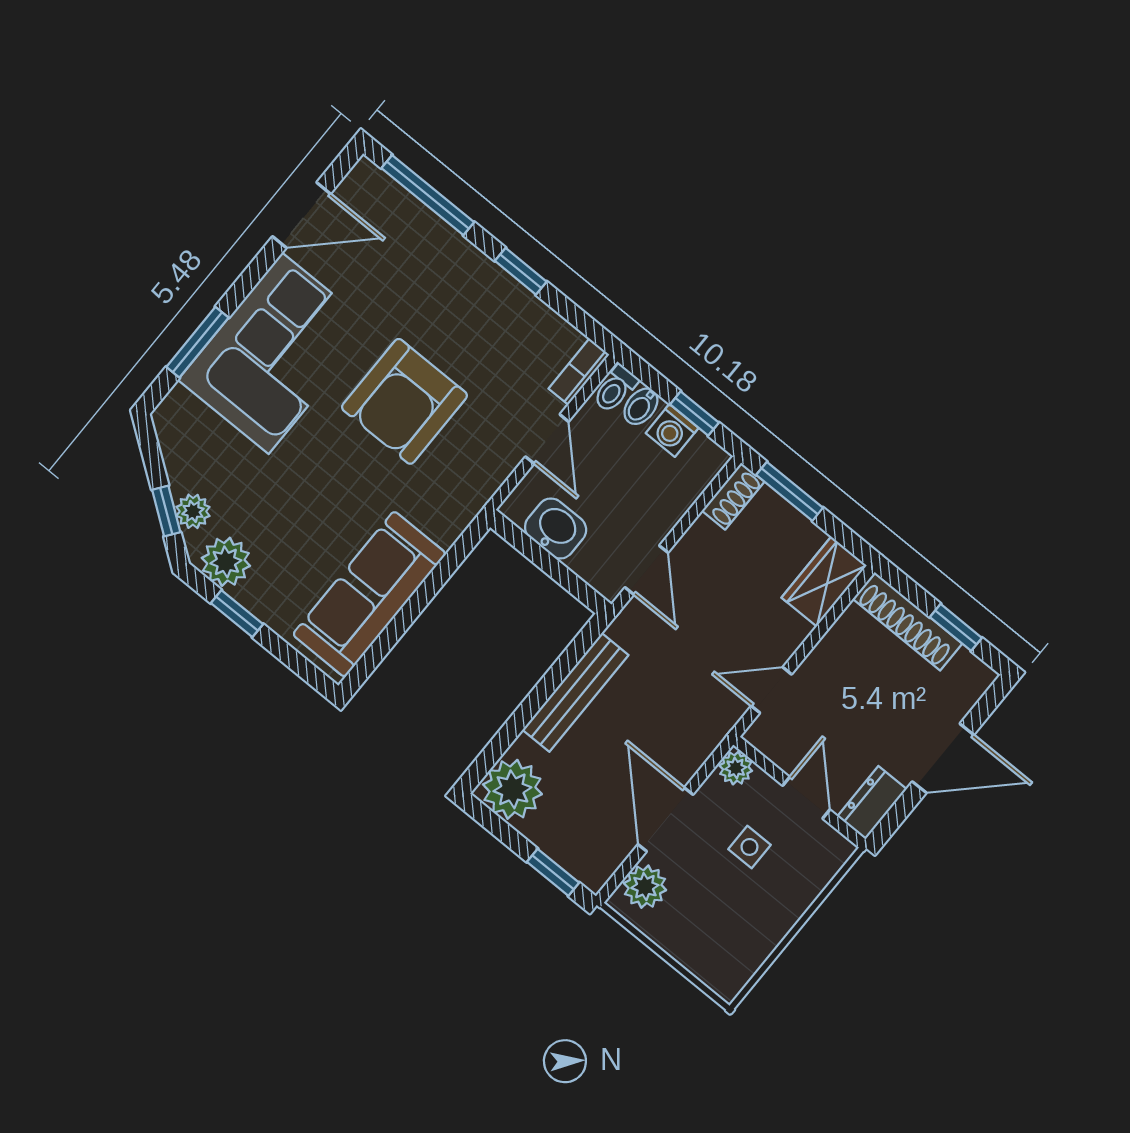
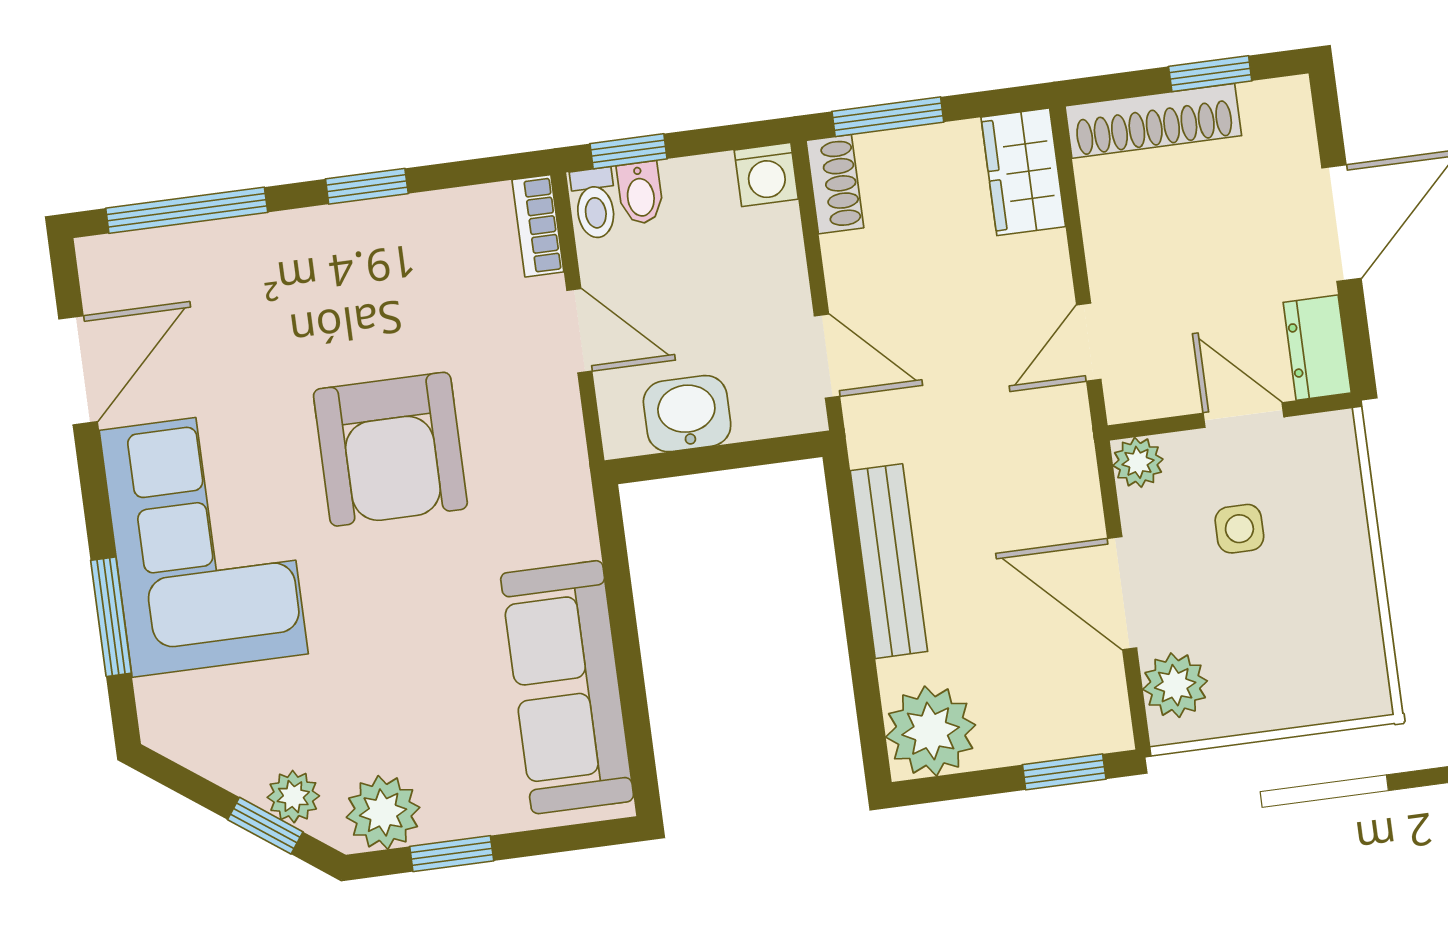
window: (694, 413) -> (628, 151), moved
washing machine: (672, 430) -> (766, 175), moved

